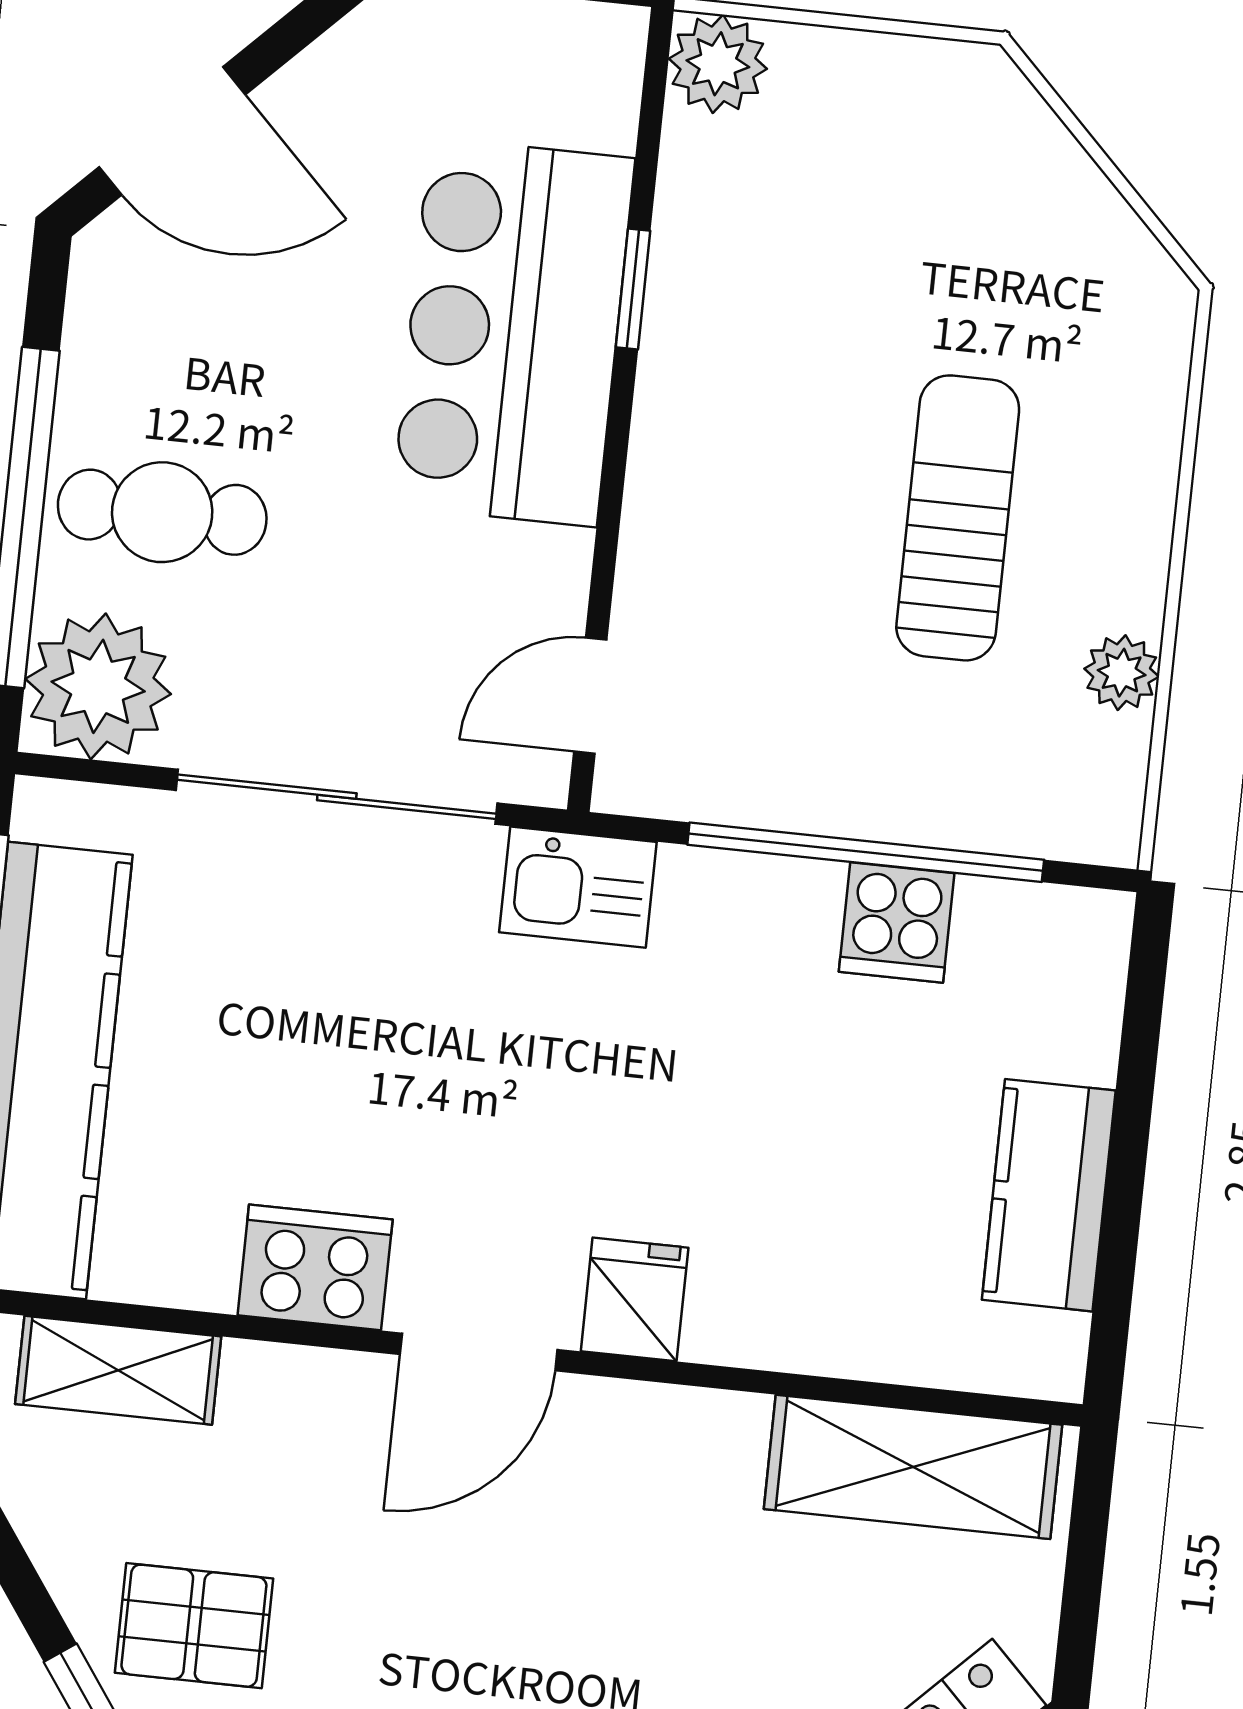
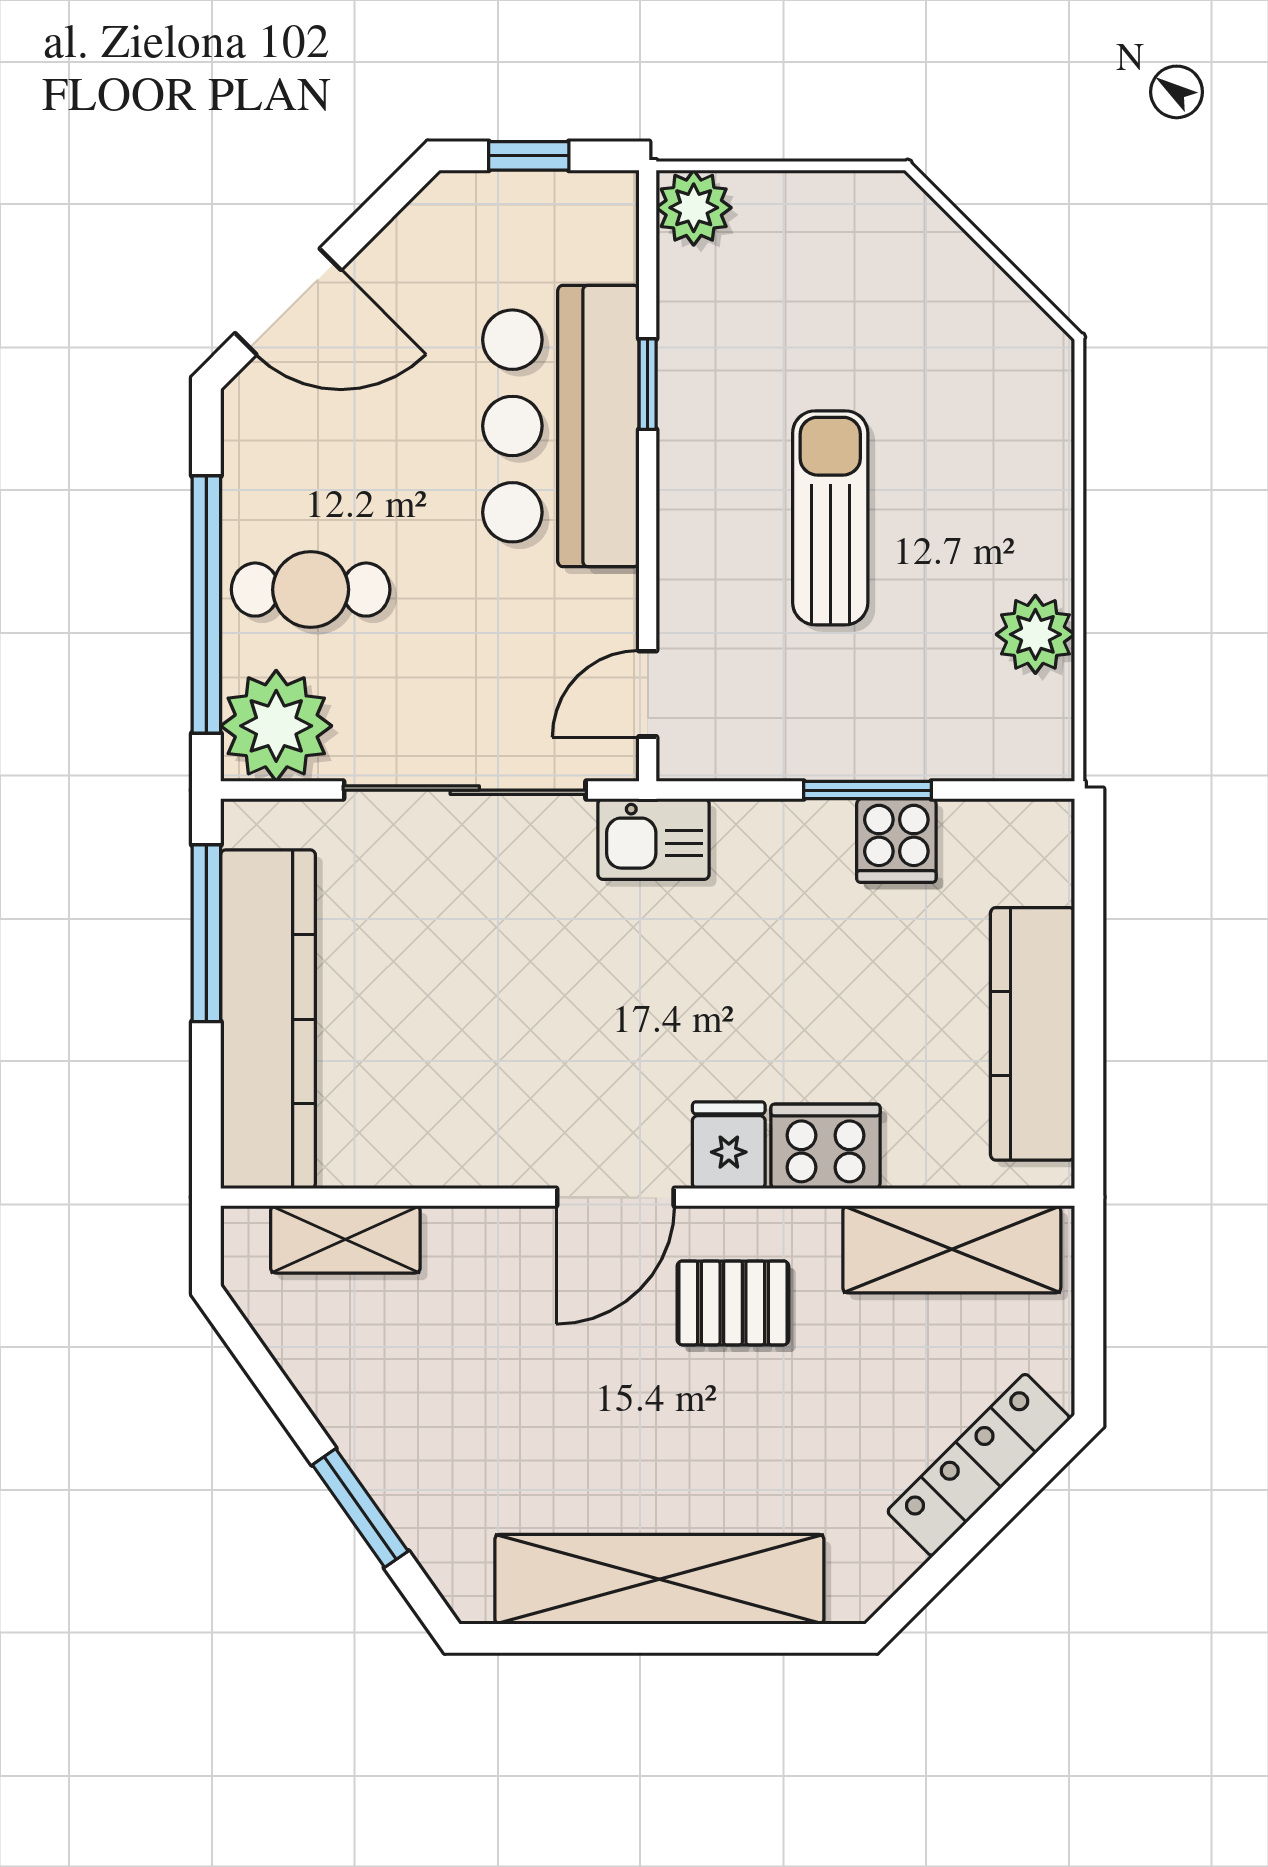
sun lounger: (958, 518) -> (830, 518), moved
plant: (1122, 673) -> (1035, 634), width x1.38, depth x1.38
window: (866, 852) -> (868, 790), width x0.47
kitchen counter: (1049, 1195) -> (1033, 1034), width x1.50
cooker: (315, 1267) -> (825, 1146), moved
pallet: (194, 1626) -> (733, 1303), moved

